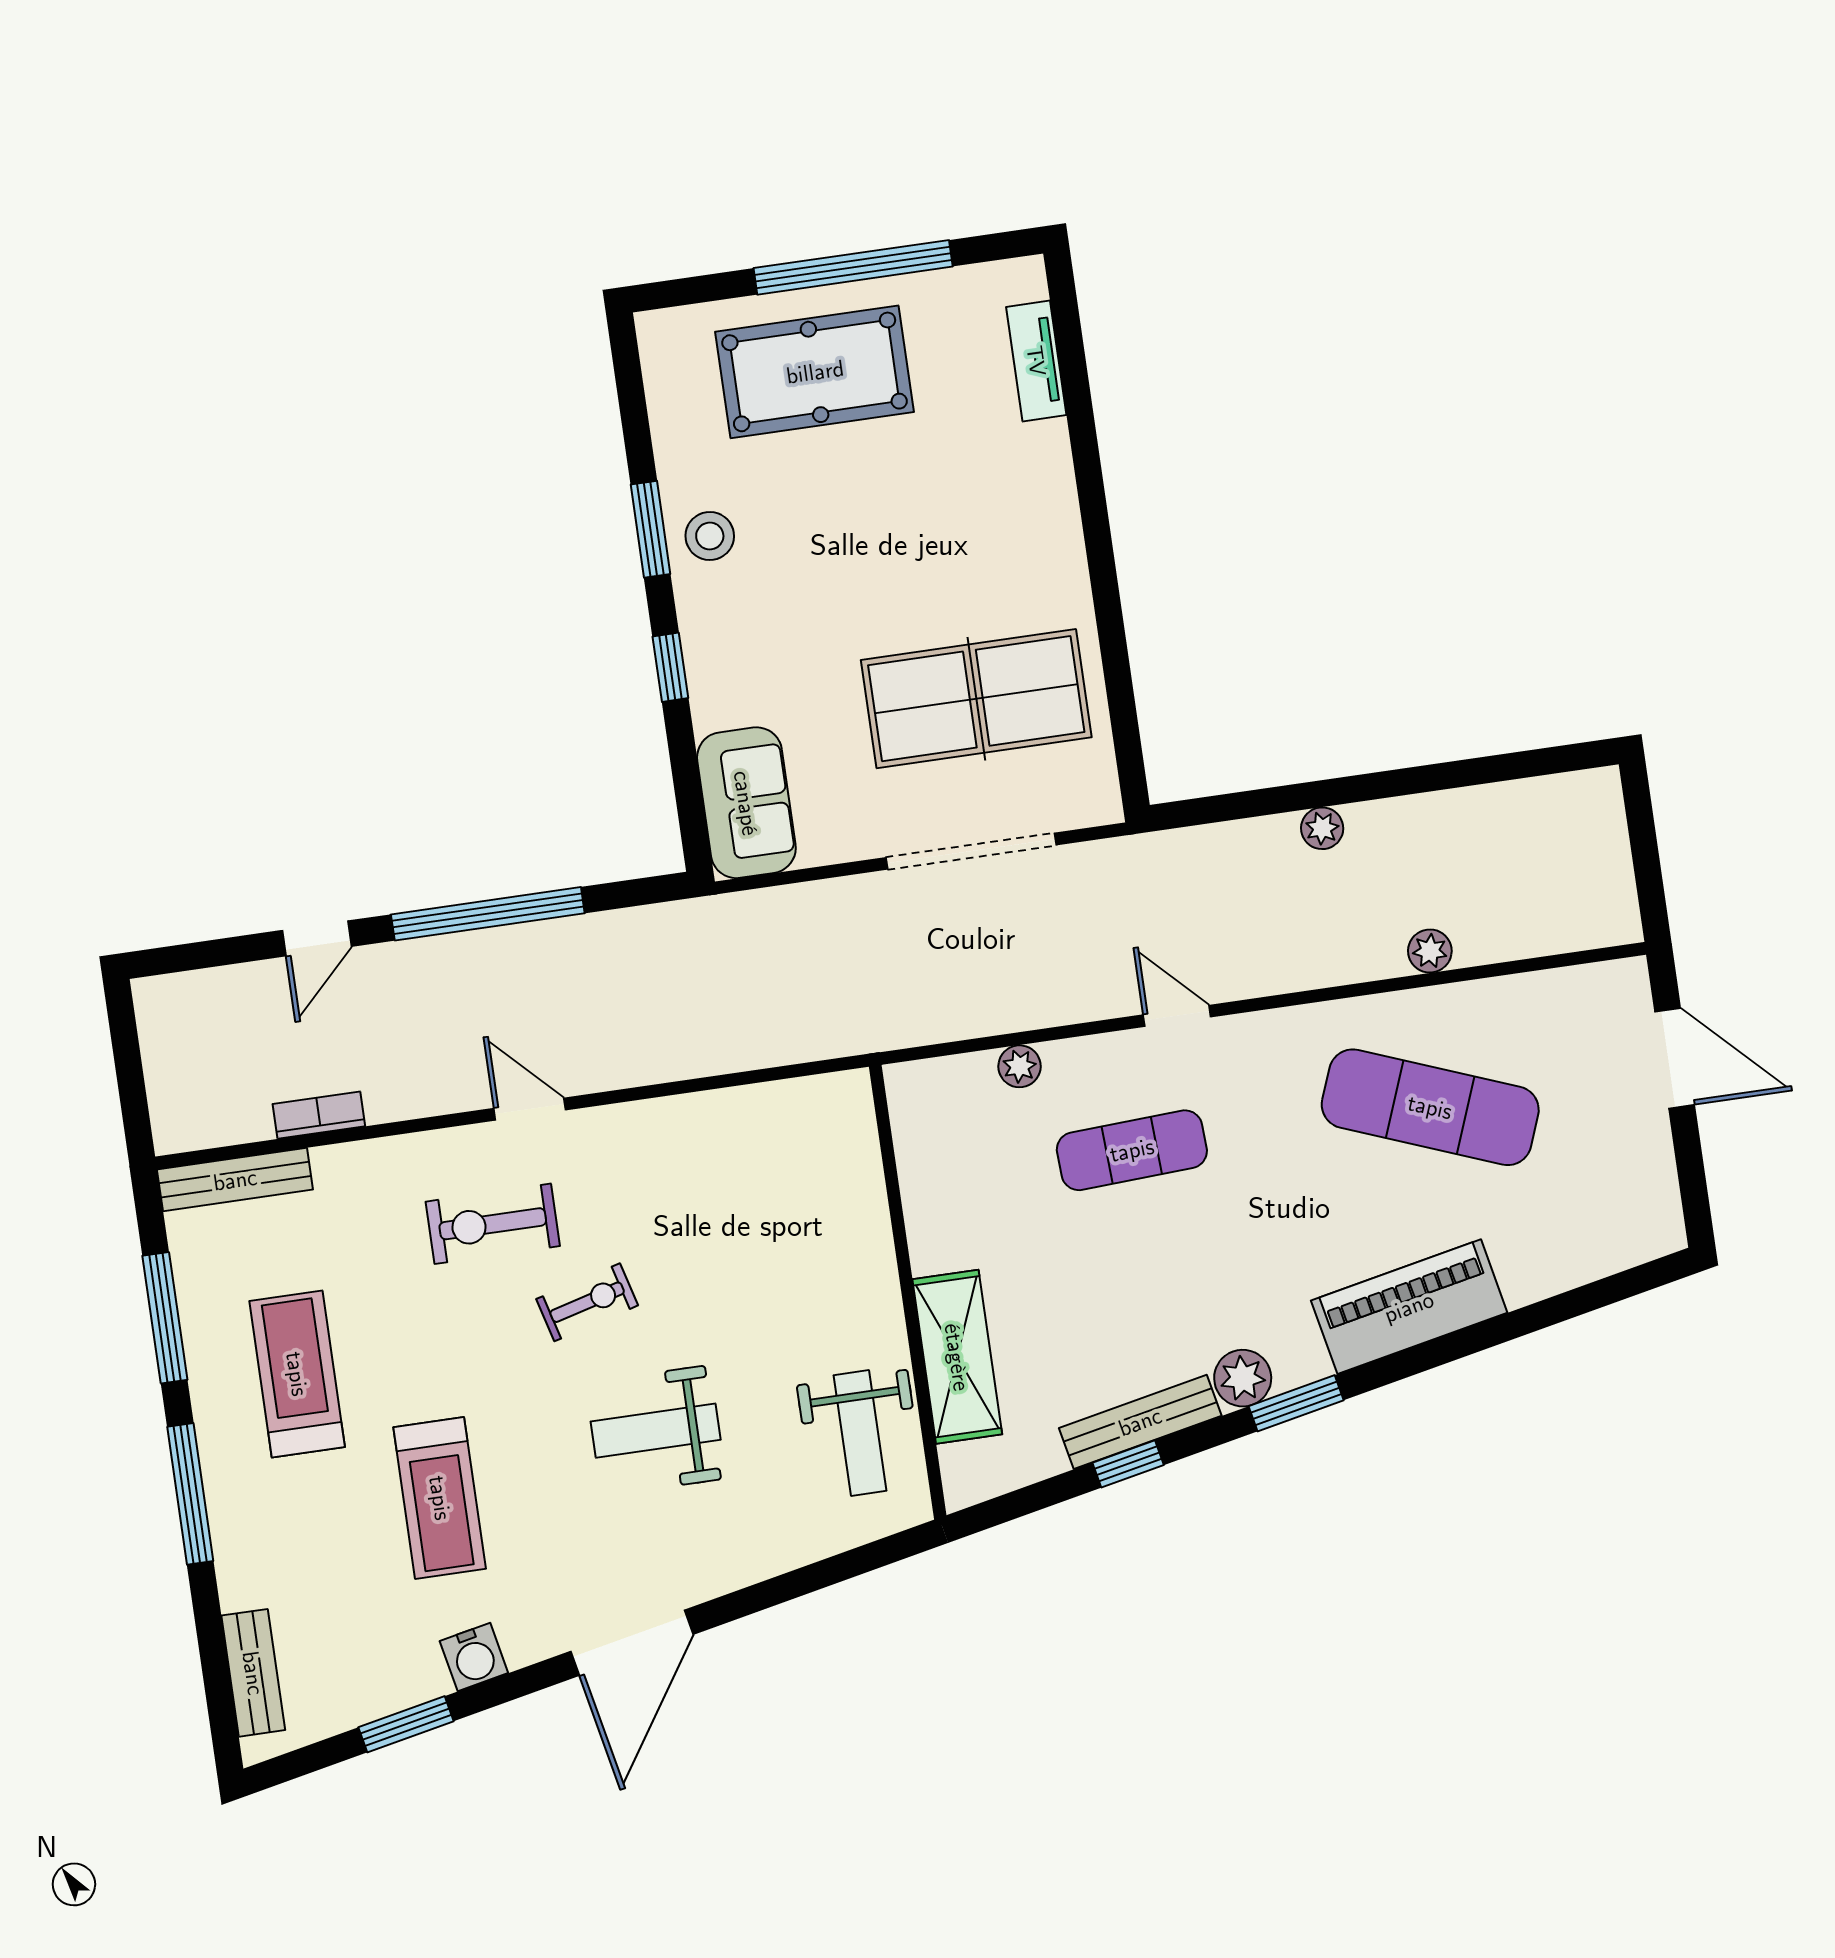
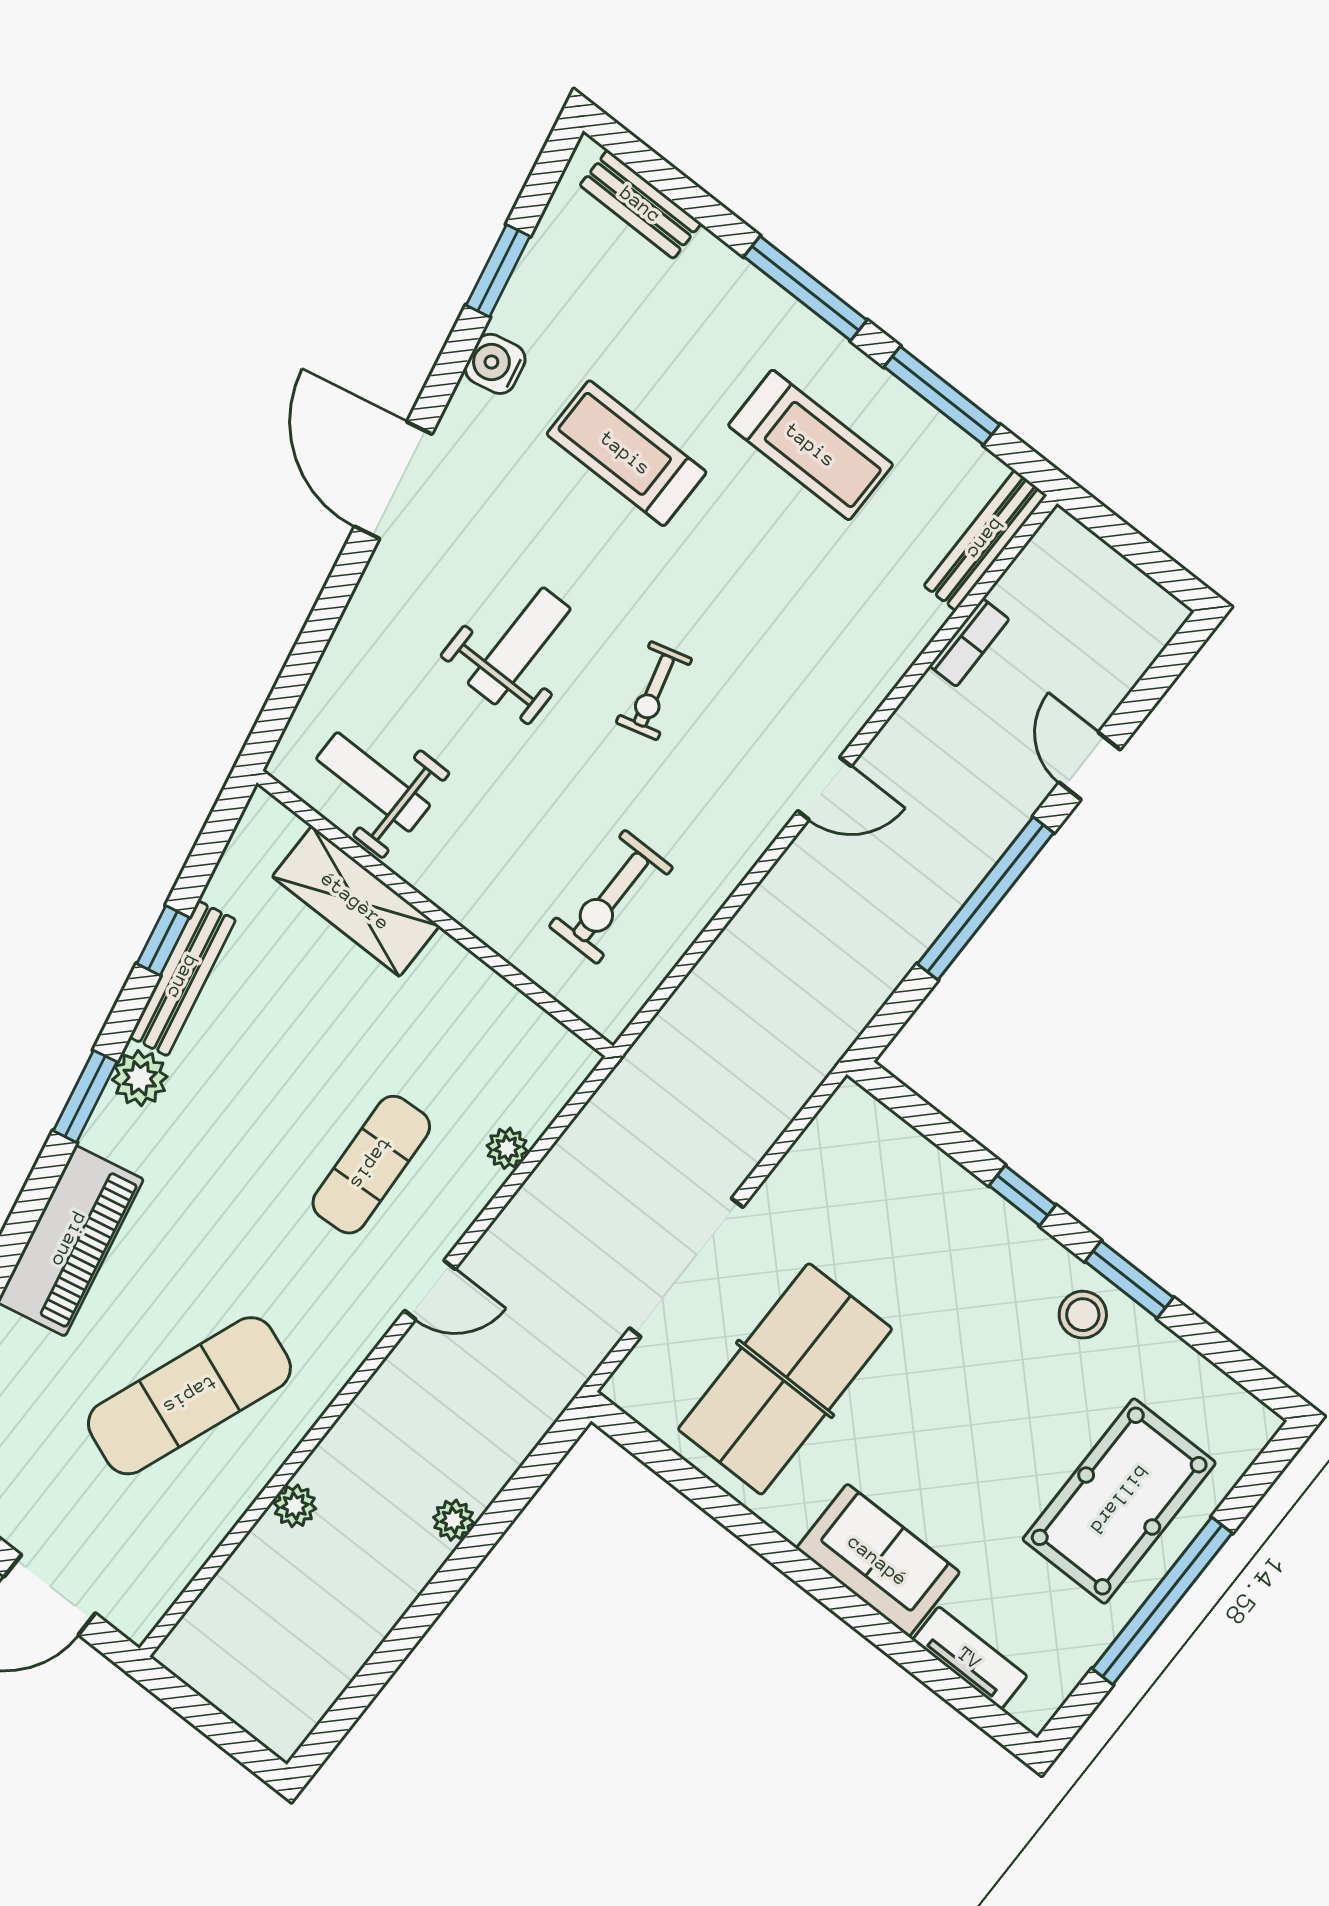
sofa: (746, 803) -> (878, 1560), moved, turned 180
exercise bike: (493, 1224) -> (611, 897), moved, turned 180

